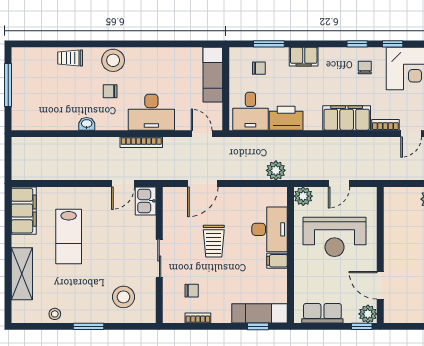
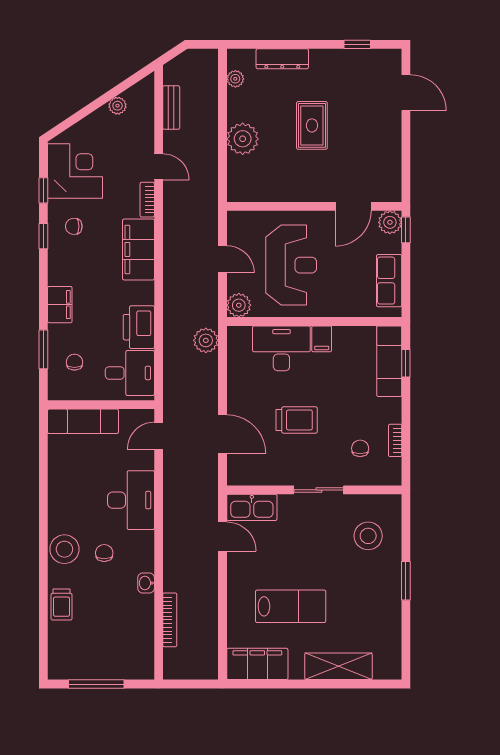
chair: (110, 91) -> (104, 553), turned 180
bookcase: (141, 142) -> (170, 620), moved
kitchen sink: (146, 201) -> (252, 507), width x1.38
stool: (55, 314) -> (390, 624), removed

